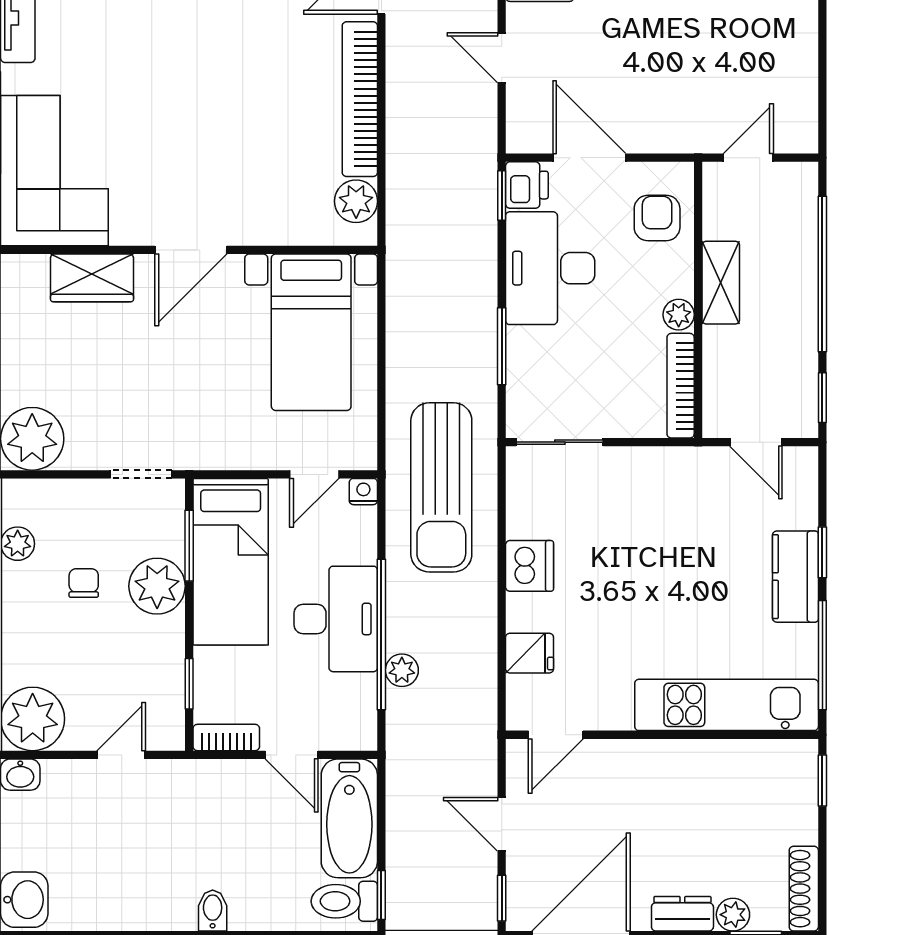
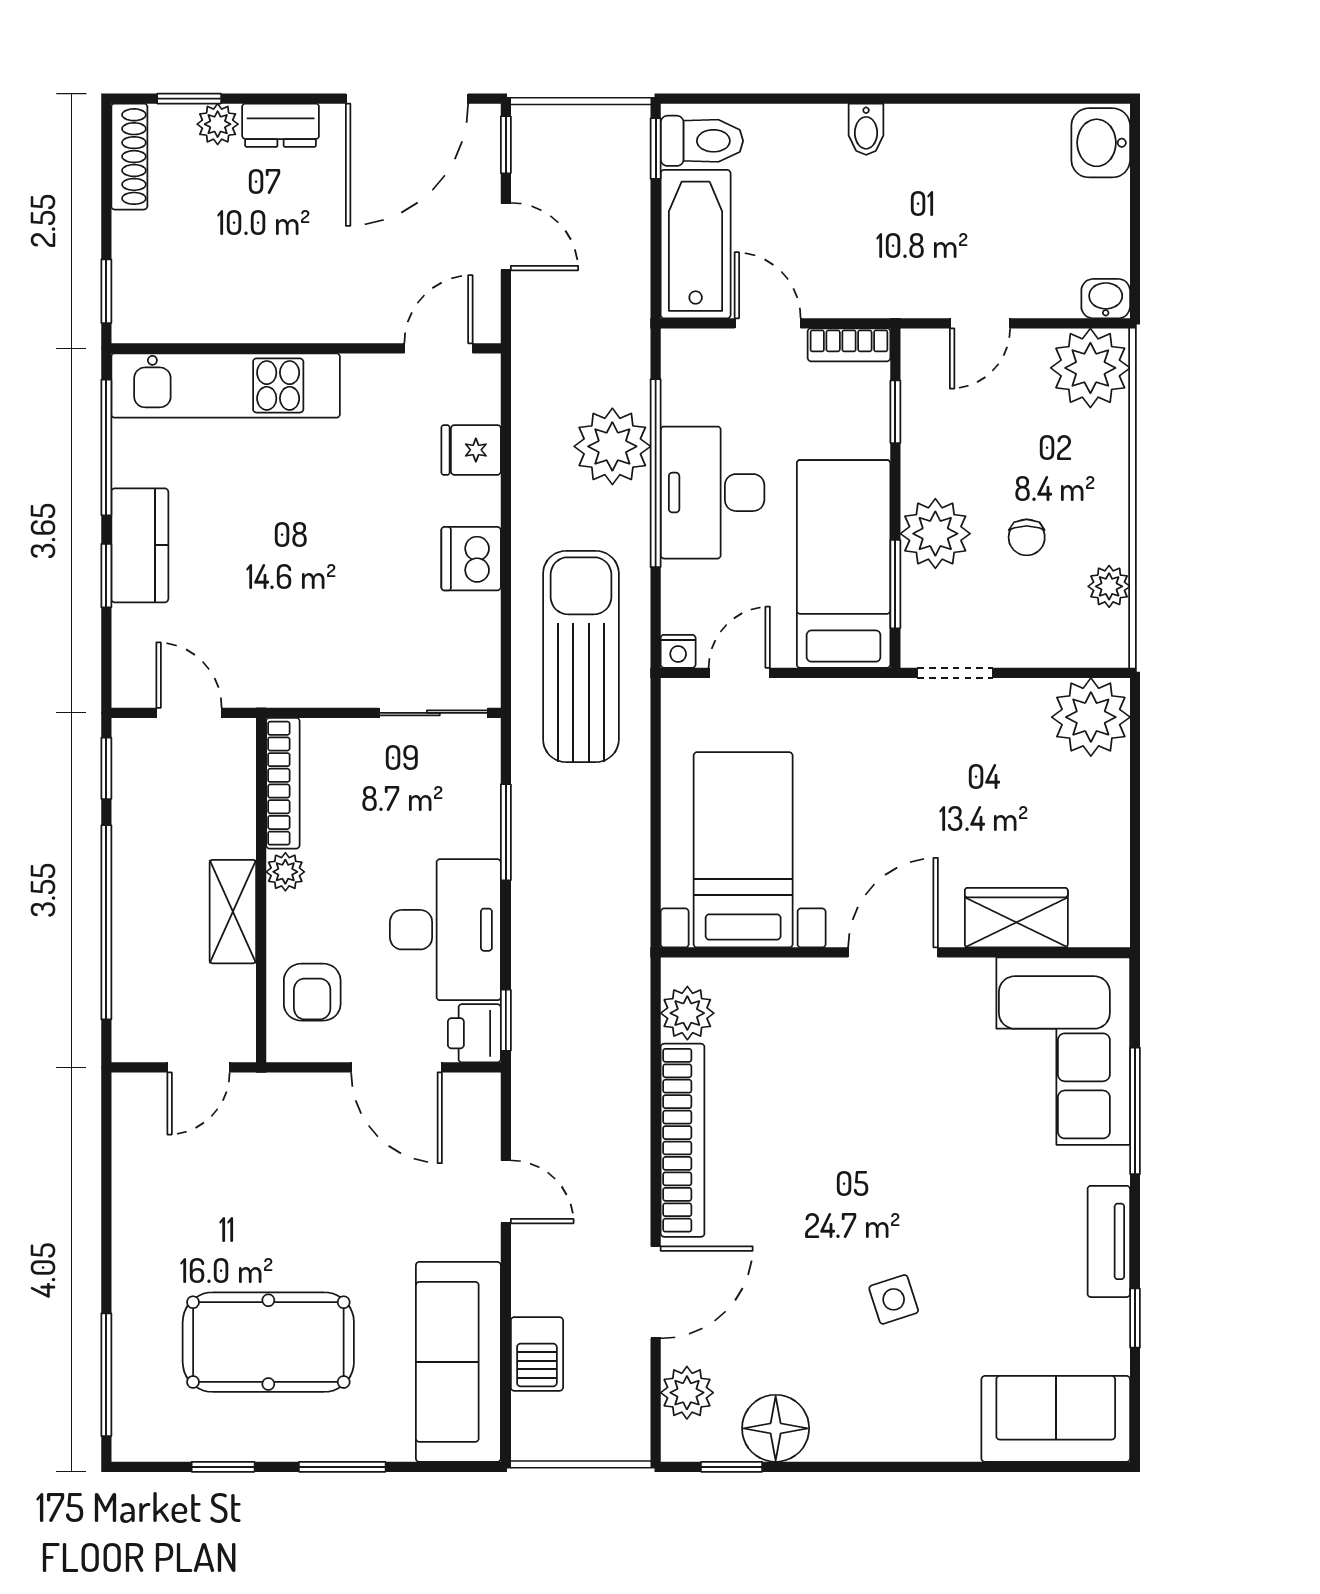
plant: (402, 670) -> (612, 446), width x1.88, depth x1.88

